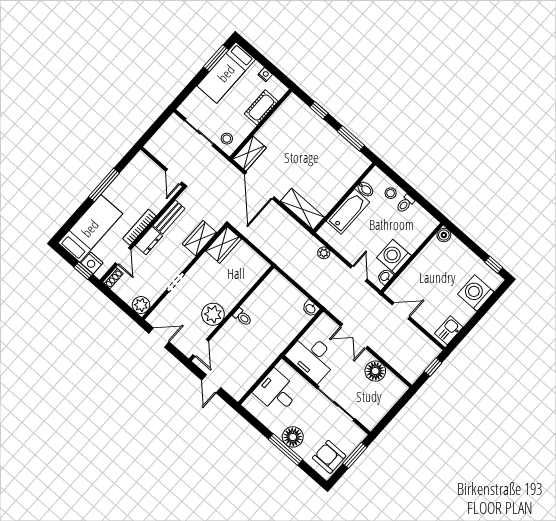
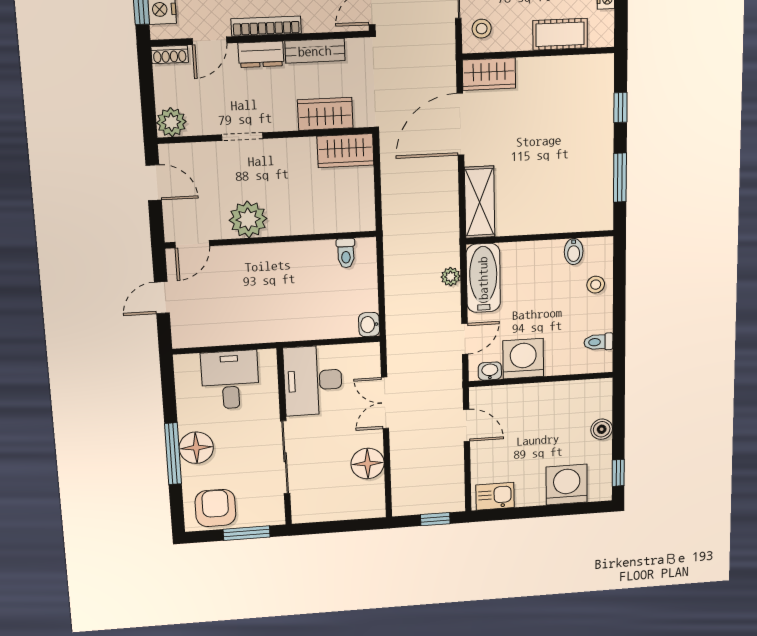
toilet: (405, 204) -> (598, 342), moved
bathtub: (348, 212) -> (483, 278), moved, turned -90
boiler: (444, 235) -> (602, 429), moved
toilet: (242, 317) -> (346, 253), moved

